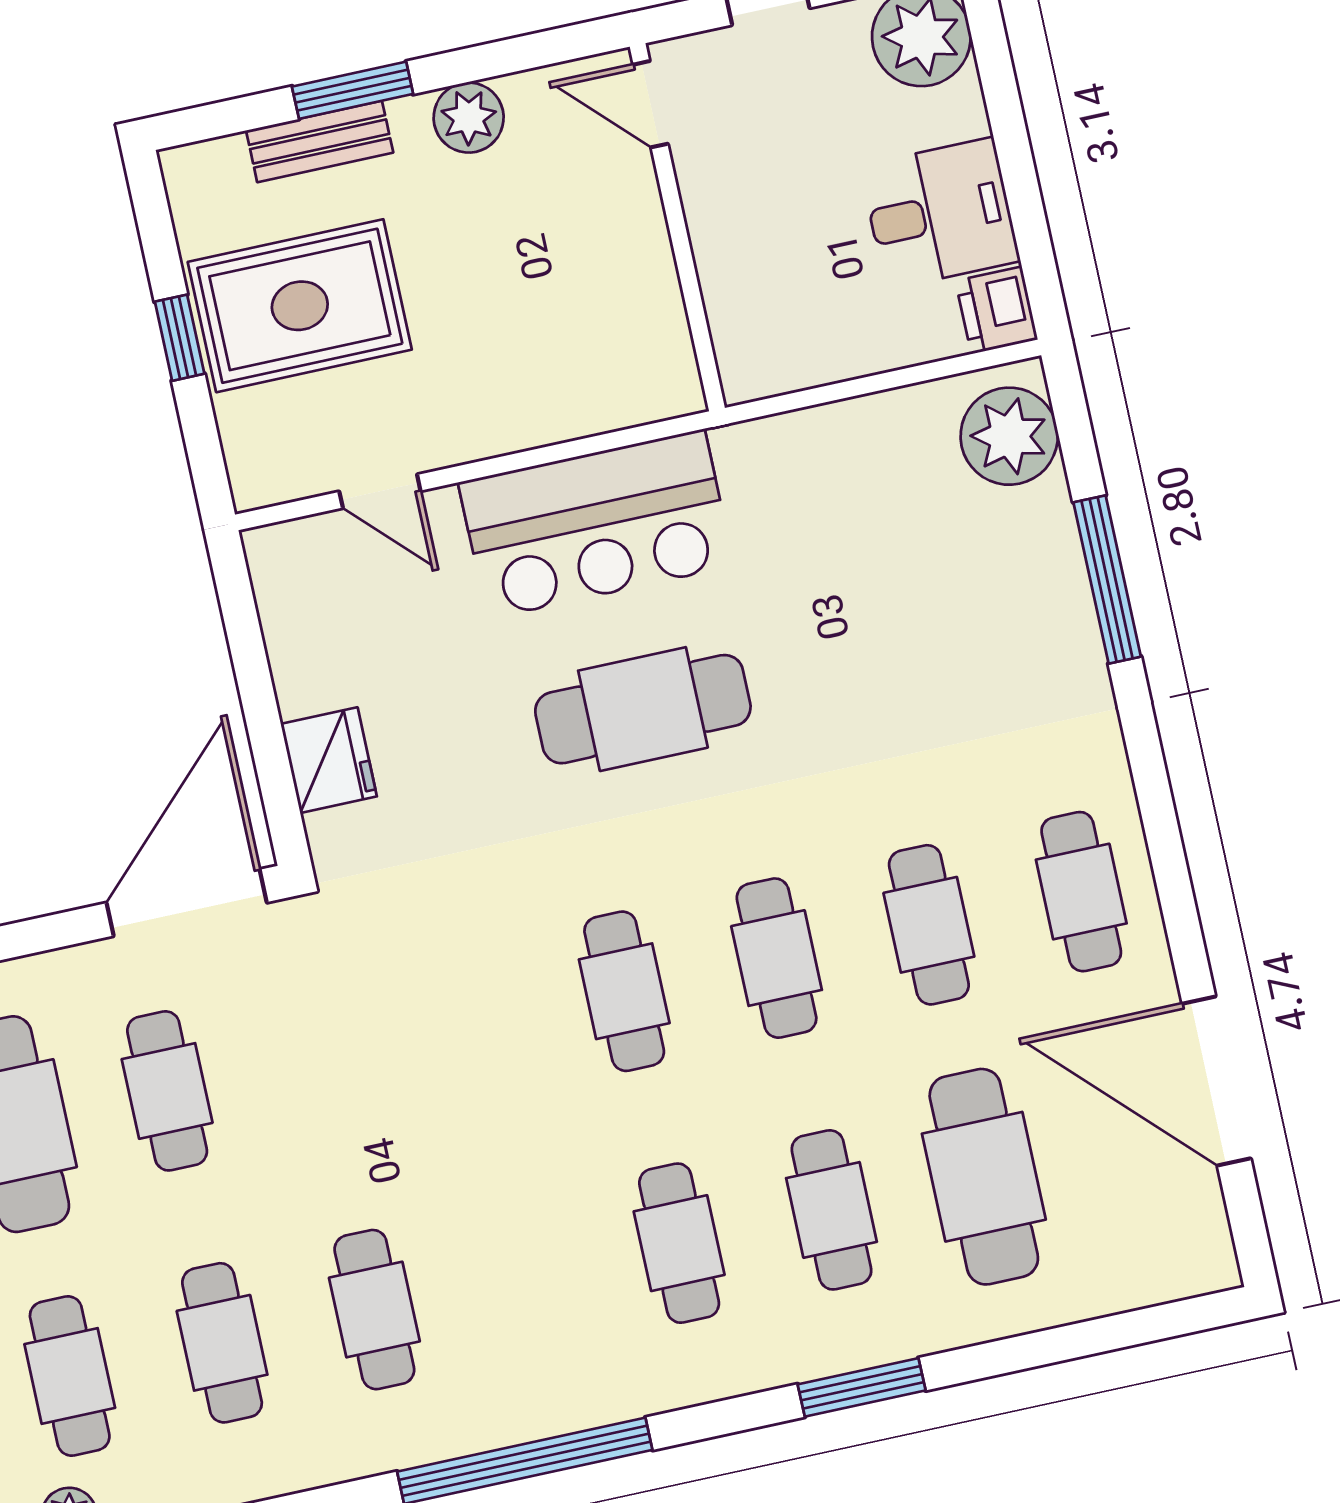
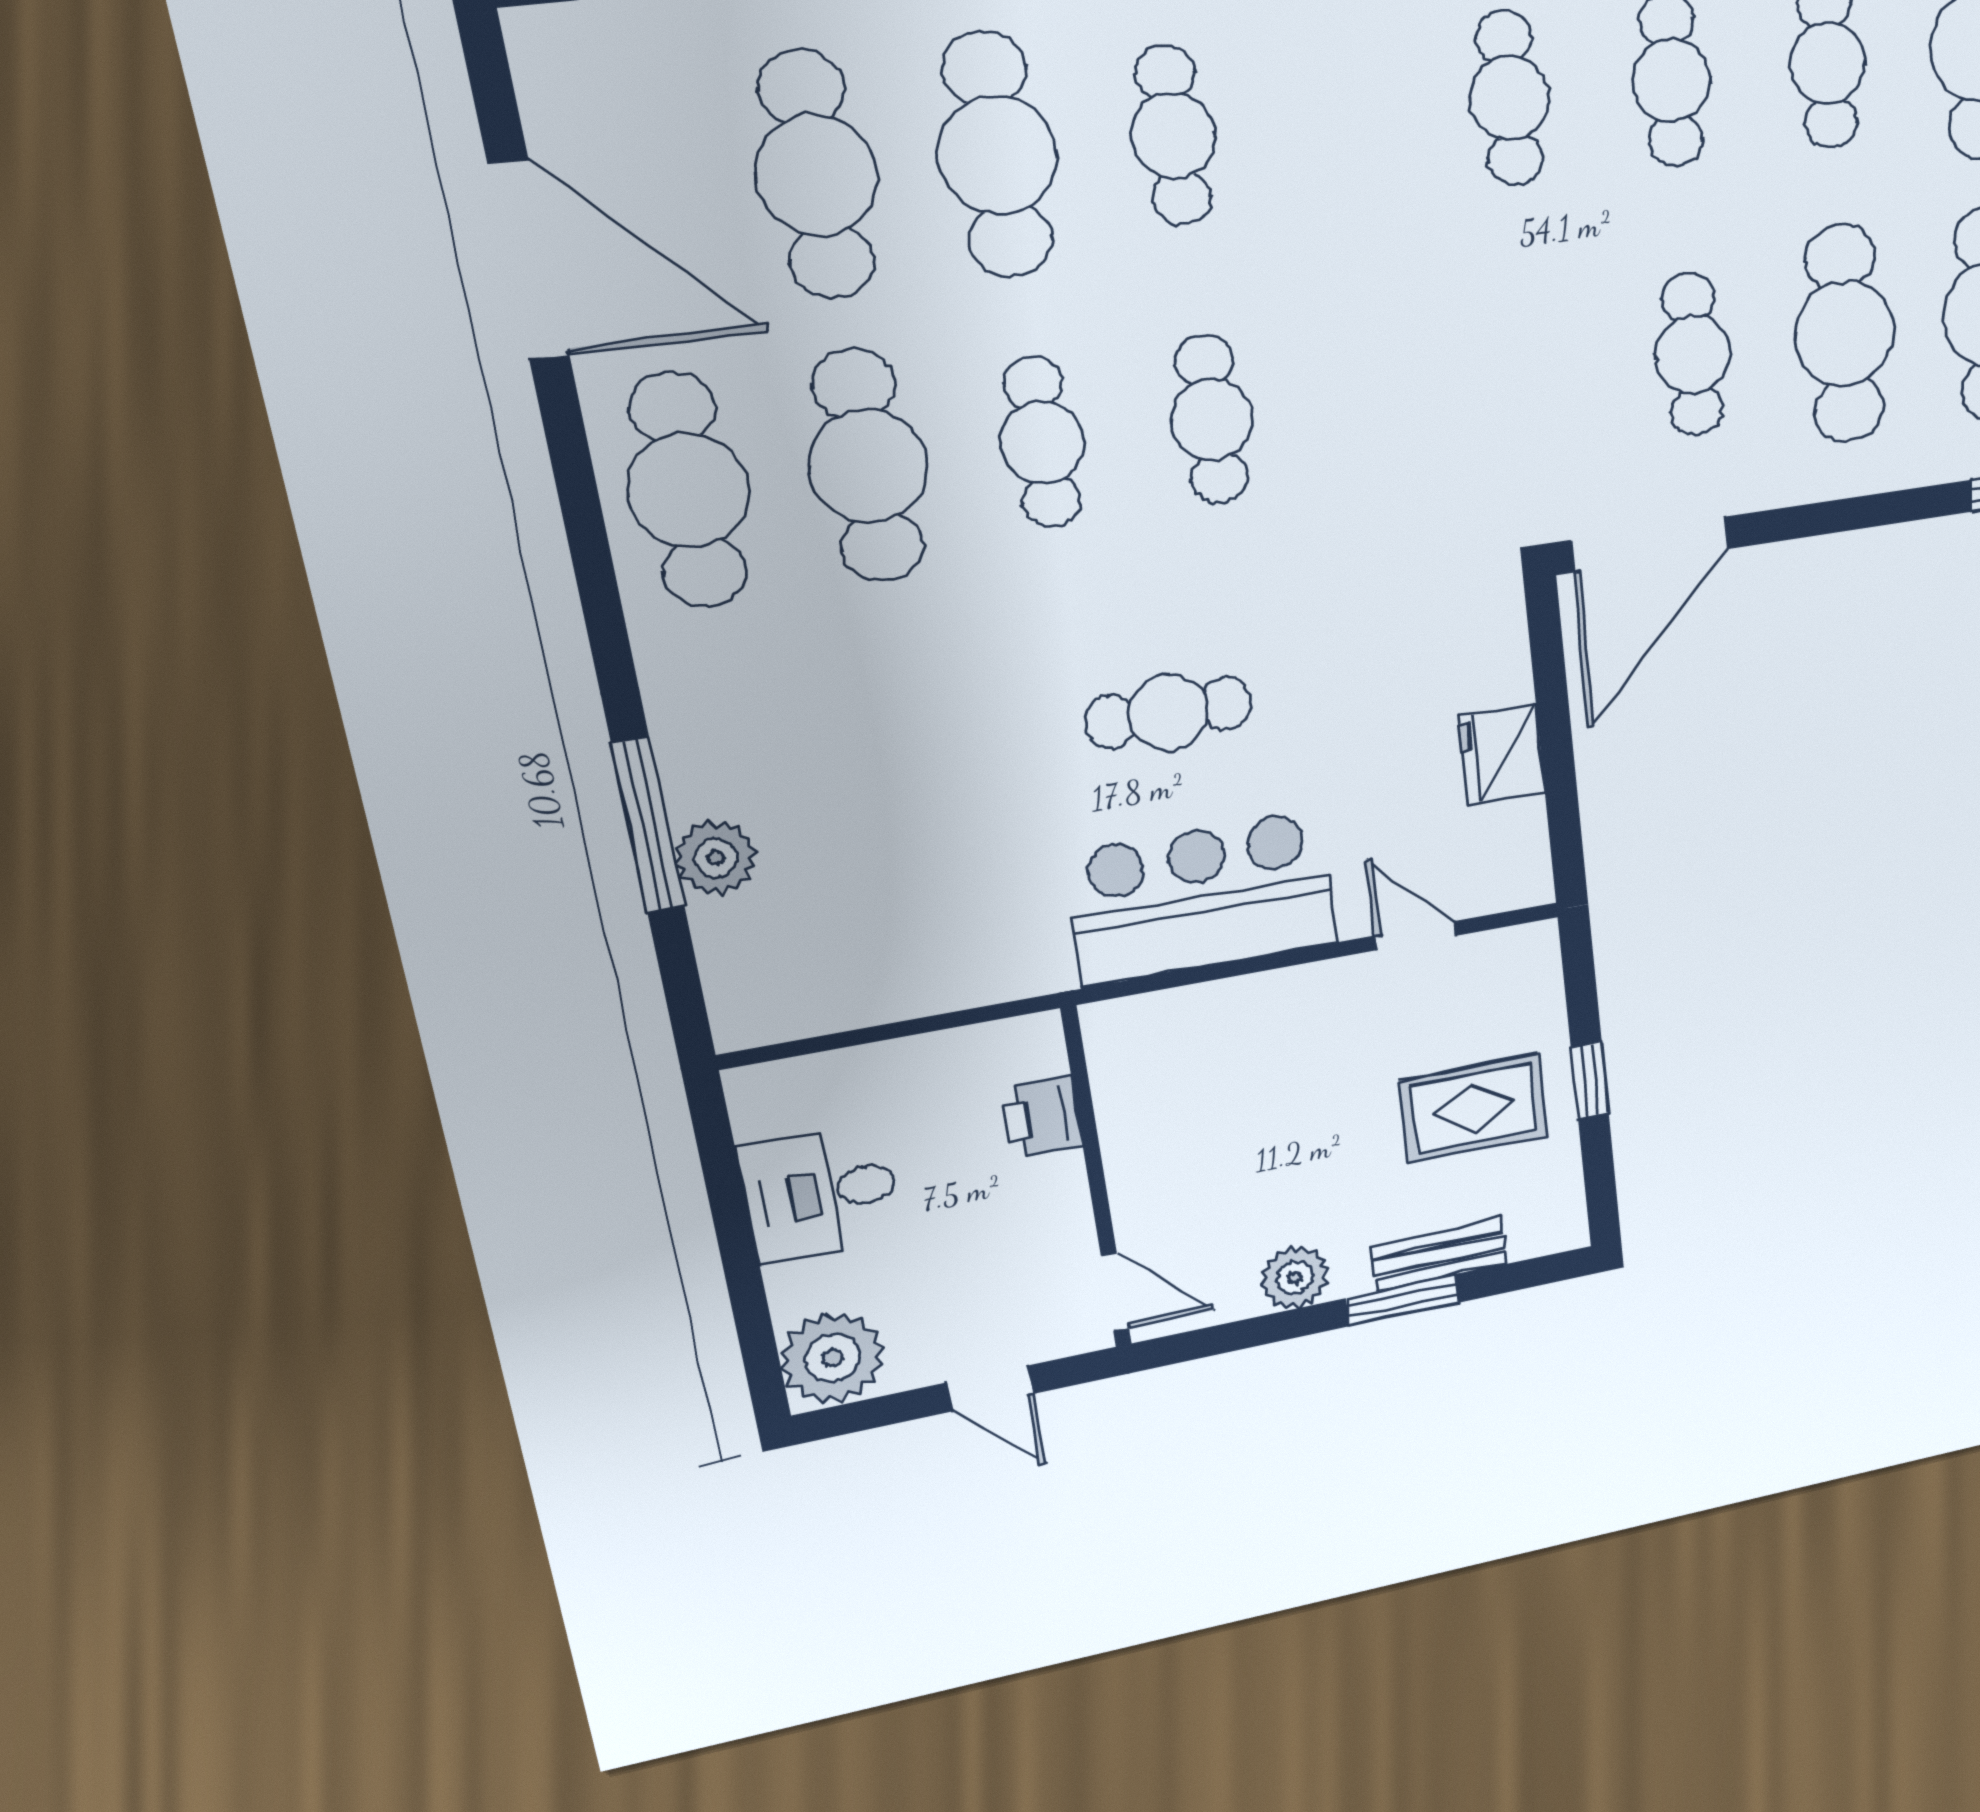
rug: (300, 306) -> (1474, 1108), width x0.73, depth x0.70
printer: (997, 310) -> (1042, 1117), moved, turned 180
plant: (1009, 436) -> (716, 858), moved, width x0.73, depth x0.73
cafe table: (643, 709) -> (1168, 713), width x0.73, depth x0.74
fridge: (329, 760) -> (1502, 754), moved
cafe table: (1081, 892) -> (689, 490), width x1.37, depth x1.35
cafe table: (929, 925) -> (868, 466), width x1.37, depth x1.35
cafe table: (831, 1210) -> (998, 155), width x1.37, depth x1.35

